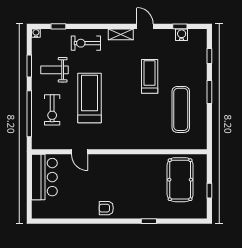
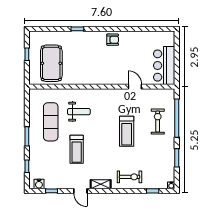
water cooler: (182, 35) -> (39, 184), moved
weight bench: (55, 70) -> (79, 112), moved
treadmill: (90, 98) -> (127, 131), width x0.73, depth x0.73

